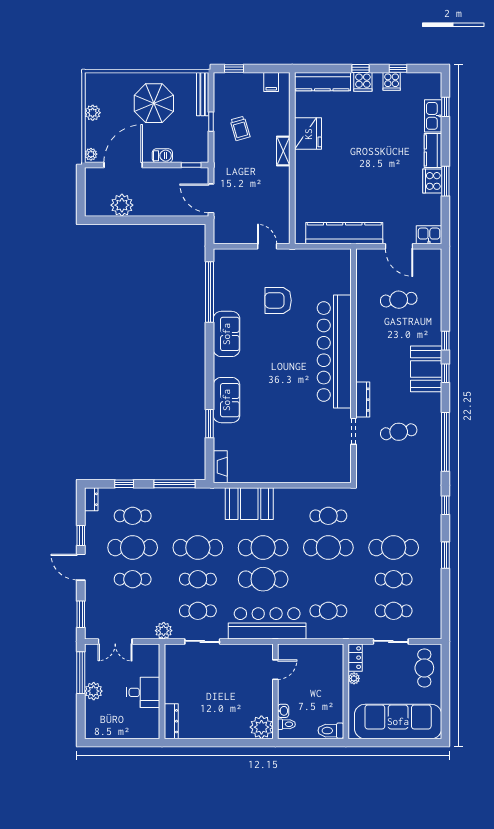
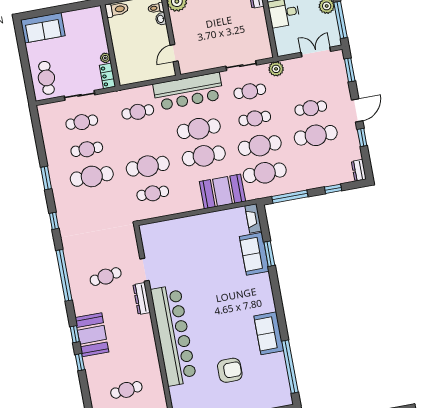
sofa: (226, 400) -> (254, 254), moved
cafe table: (133, 516) -> (265, 173), moved, width x1.37, depth x1.35
door: (81, 567) -> (357, 110), hinge flipped
sofa: (398, 721) -> (43, 28), width x0.54, depth x0.79

